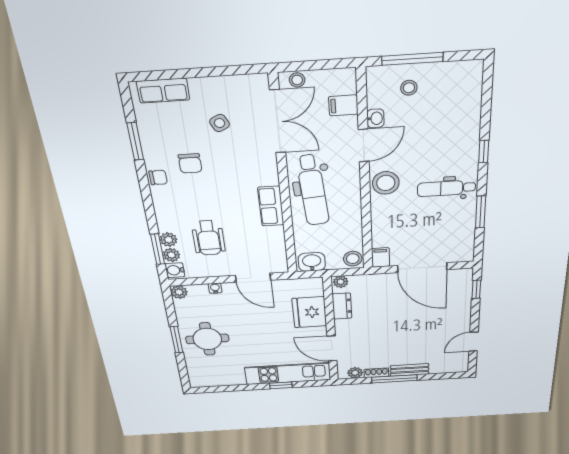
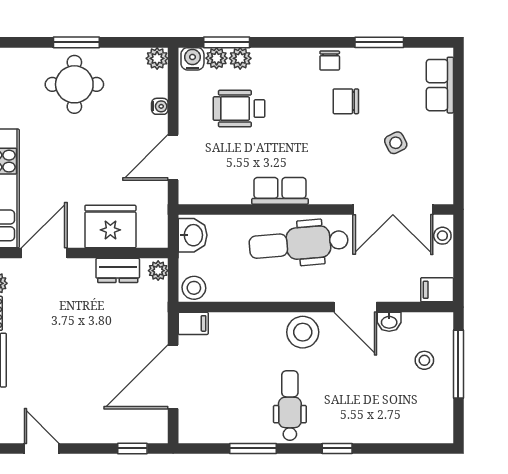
filing cabinet: (343, 105) -> (437, 290), moved, turned -90

